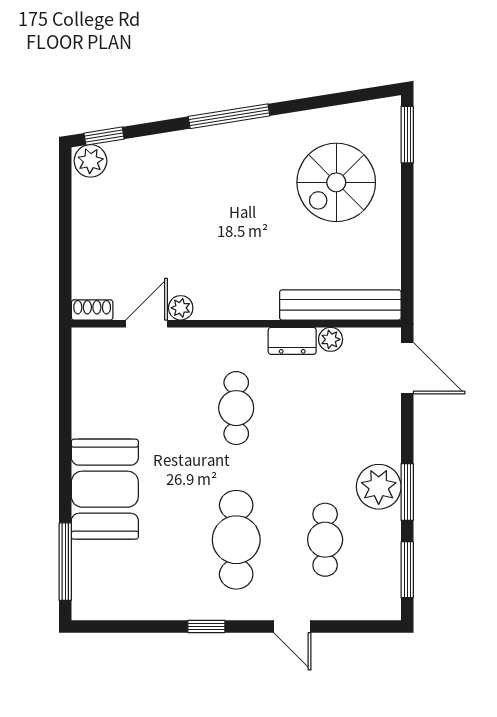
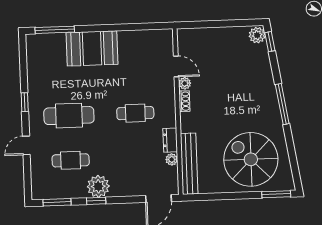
spiral stairs: (336, 182) -> (251, 159), width x1.37, depth x1.37
shoe rack: (92, 310) -> (184, 101), moved
window: (407, 492) -> (96, 201), width x0.67

